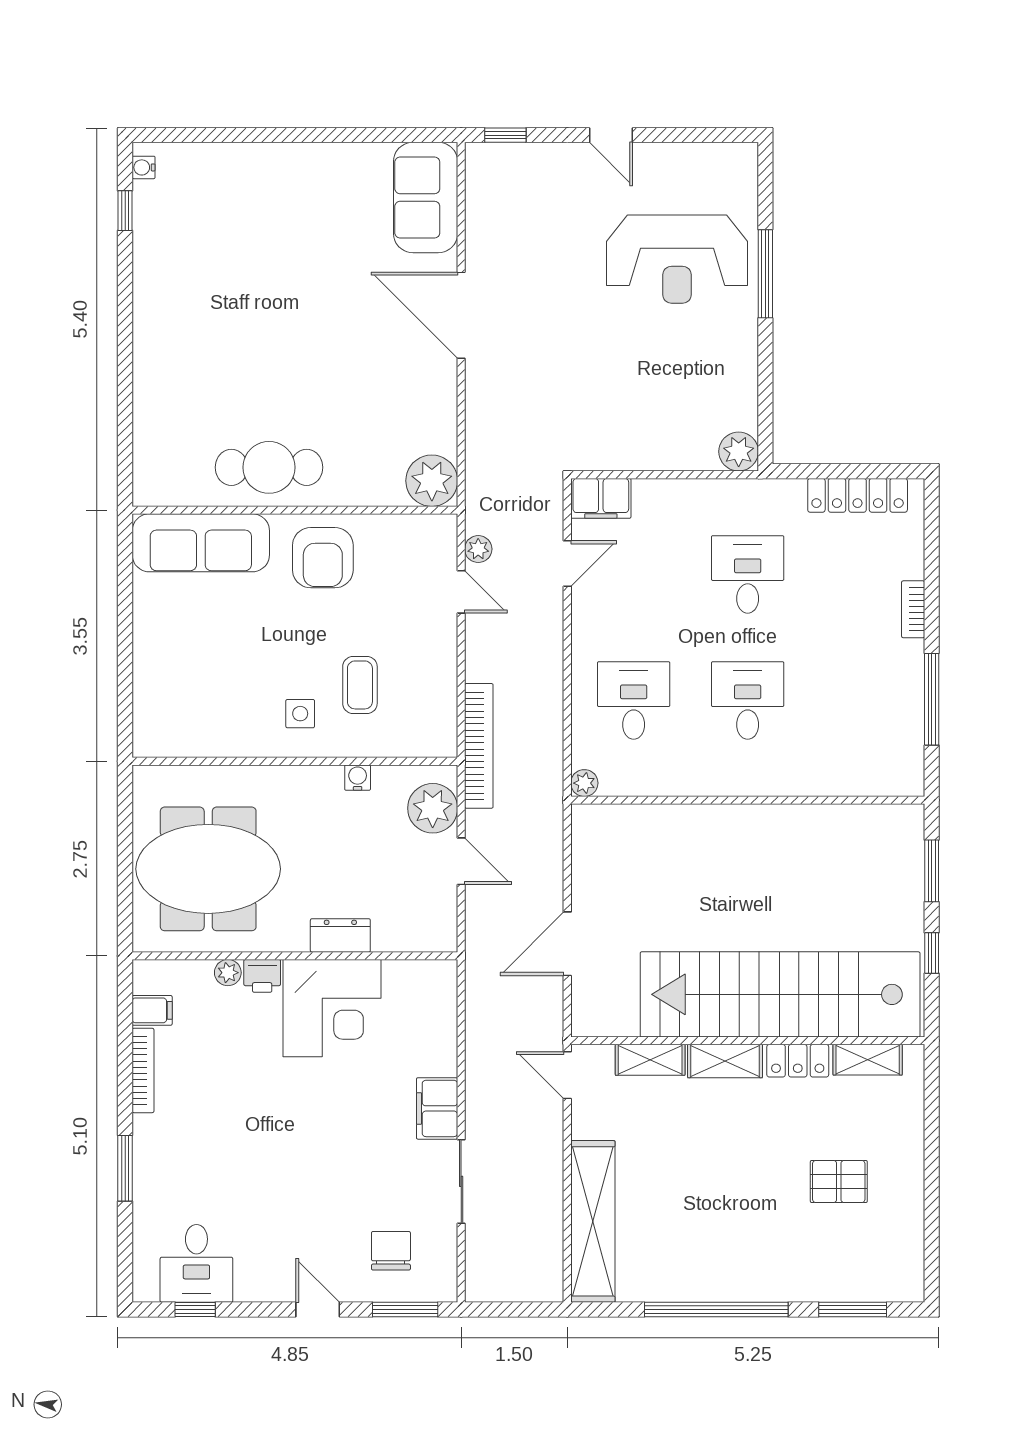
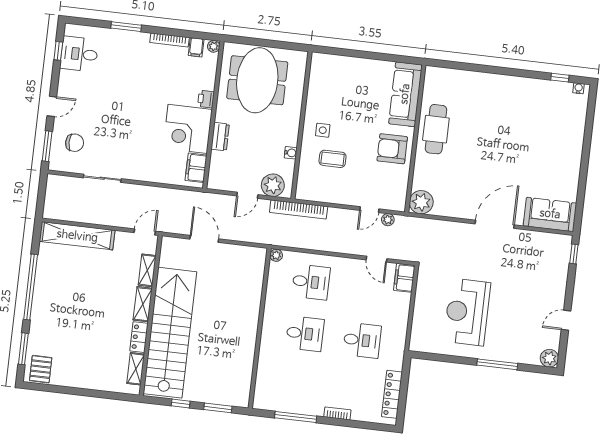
door: (611, 135) -> (566, 320), moved
reception desk: (677, 259) -> (467, 312), moved
plant: (739, 452) -> (549, 358), moved
plant: (228, 973) -> (214, 46), moved
filing cabinet: (437, 1108) -> (196, 168), moved, turned -90
pallet: (839, 1182) -> (41, 369), moved

